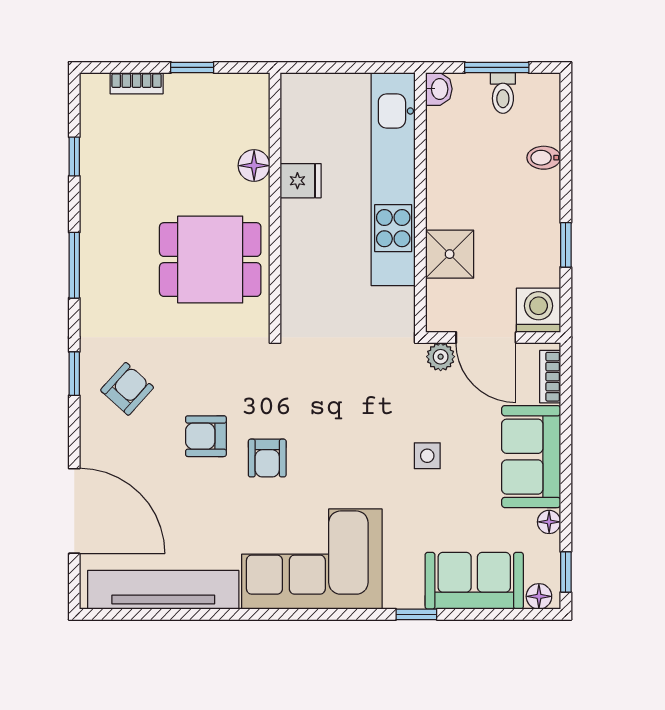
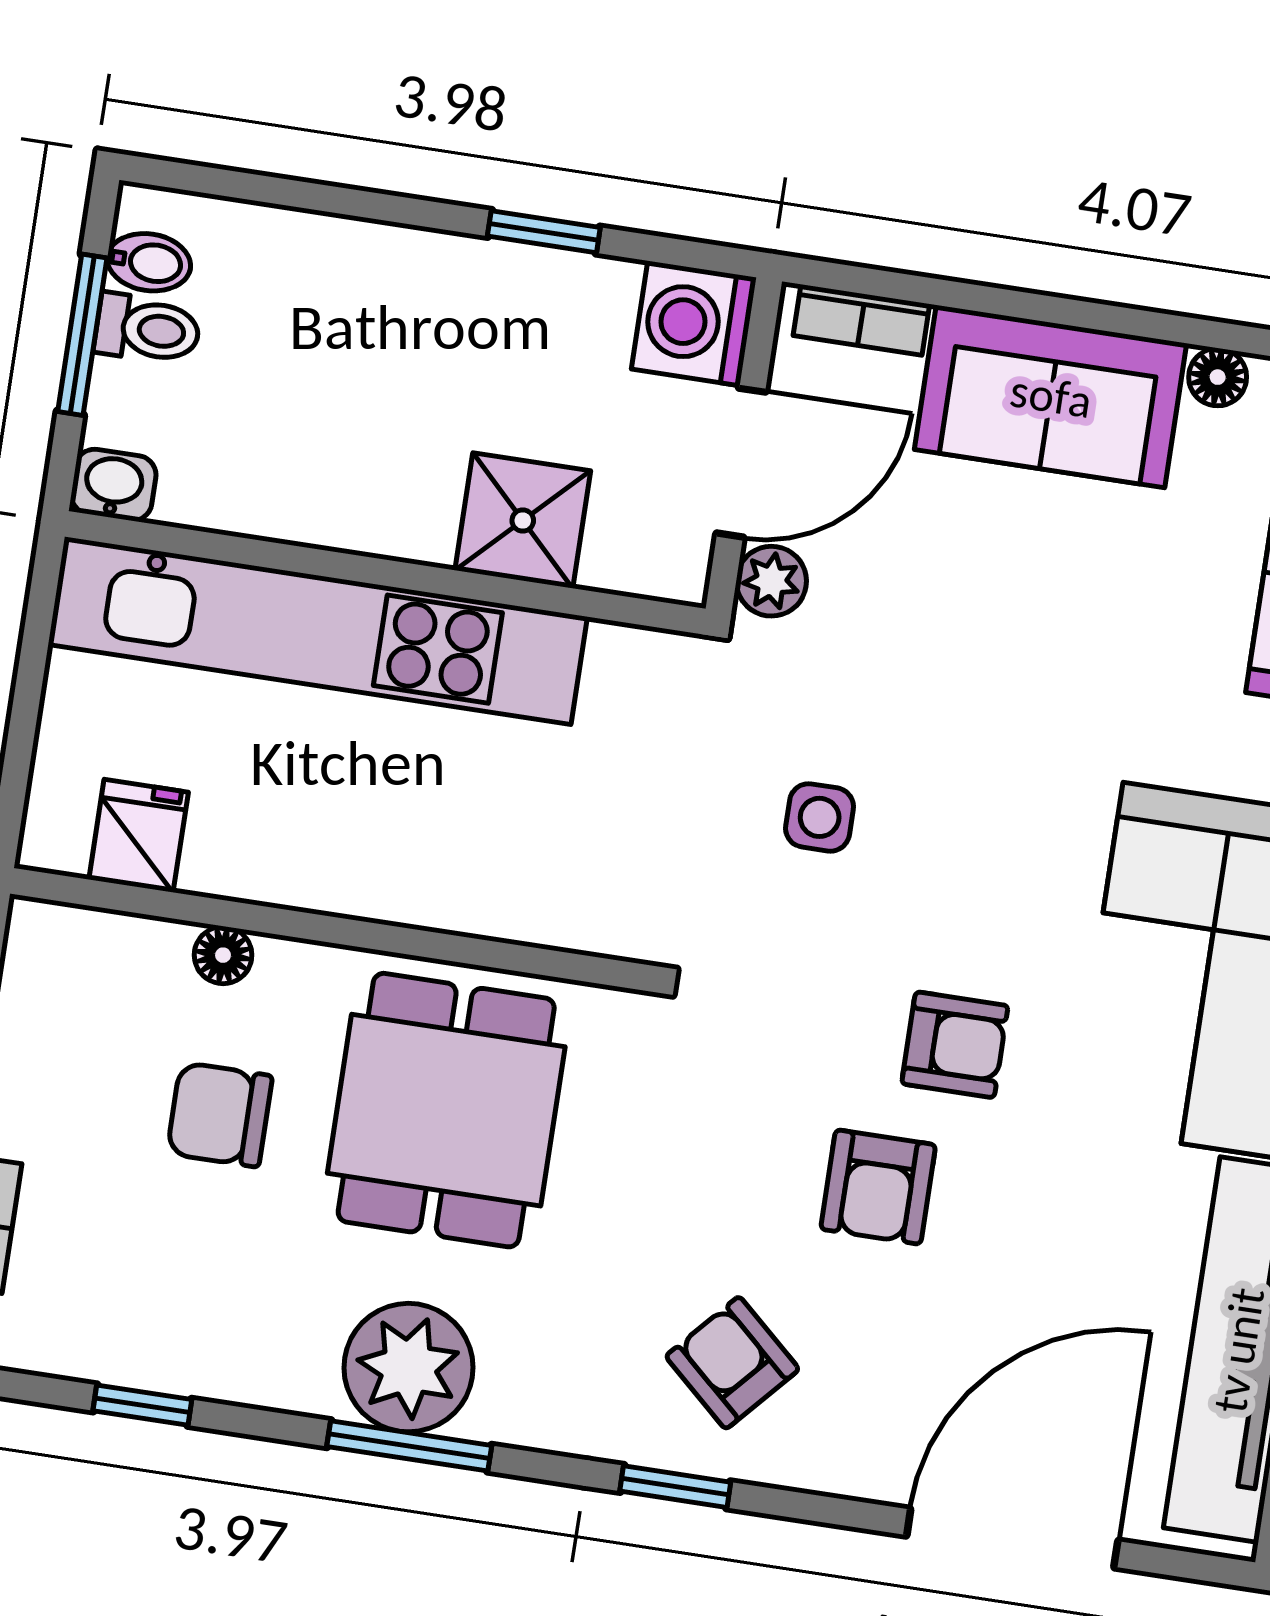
bidet: (544, 158) -> (149, 262), moved, turned -90
floor lamp: (254, 166) -> (223, 955), width x0.73, depth x0.73
chair: (195, 170) -> (220, 1115), added
fridge: (301, 181) -> (139, 836), moved
plant: (105, 260) -> (408, 1368), added
side table: (427, 456) -> (820, 817), moved

